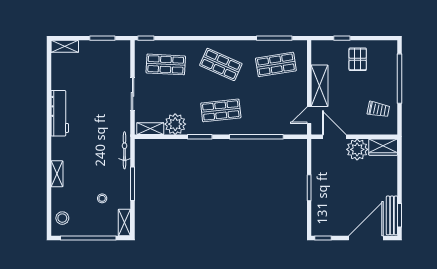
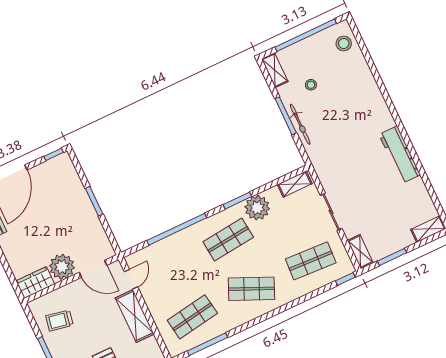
plant: (175, 124) -> (257, 208), moved
bicycle: (125, 150) -> (300, 124), moved
shelving: (57, 174) -> (360, 251), moved

